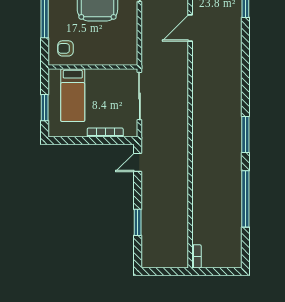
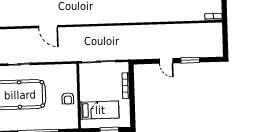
armchair: (65, 48) -> (68, 98), moved
door: (138, 162) -> (166, 61), moved

